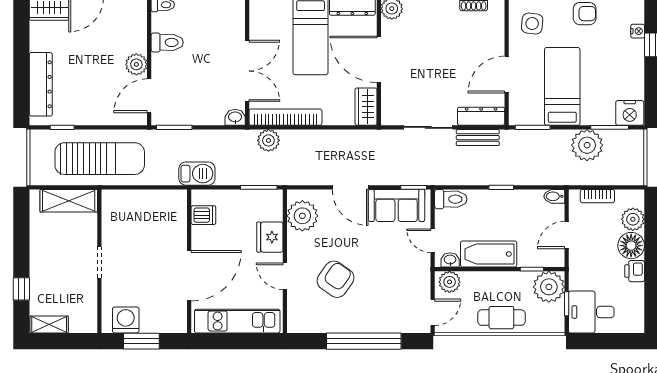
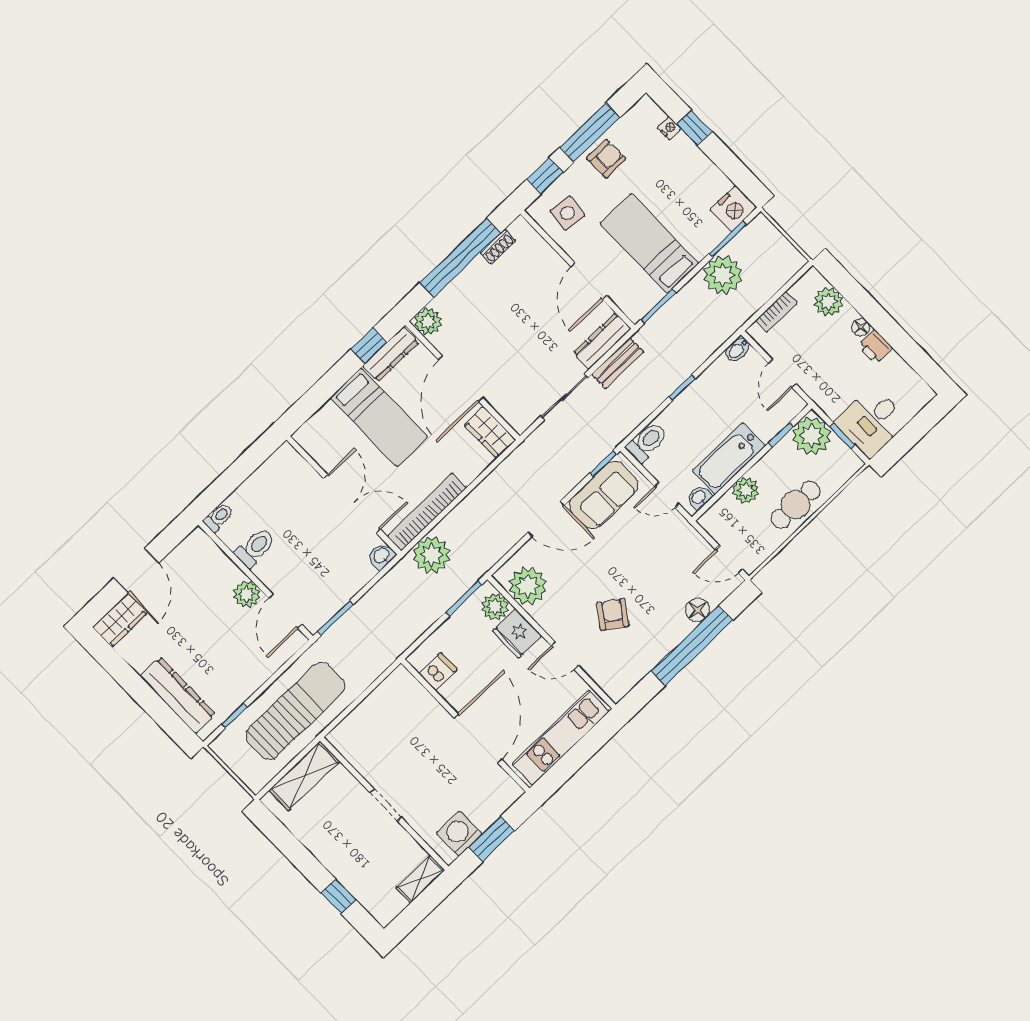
door: (379, 59) -> (461, 379), hinge flipped
plant: (268, 140) -> (432, 555), width x1.36, depth x1.36
barbecue: (197, 174) -> (396, 640), removed
plant: (272, 209) -> (495, 607), added
floor lamp: (631, 246) -> (861, 327), width x0.53, depth x0.53
armchair: (336, 279) -> (613, 614), width x0.72, depth x0.72
plant: (450, 282) -> (746, 490), moved
door: (433, 312) -> (729, 560), swing flipped
floor lamp: (387, 324) -> (697, 610), added
shelving: (49, 325) -> (421, 879), moved

